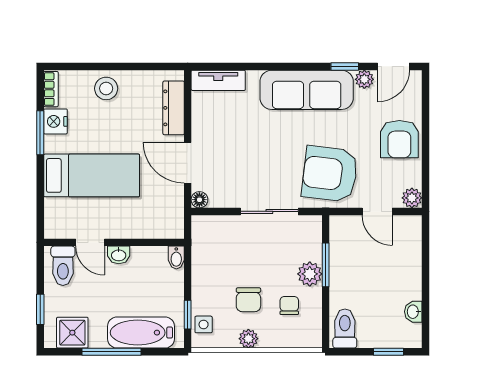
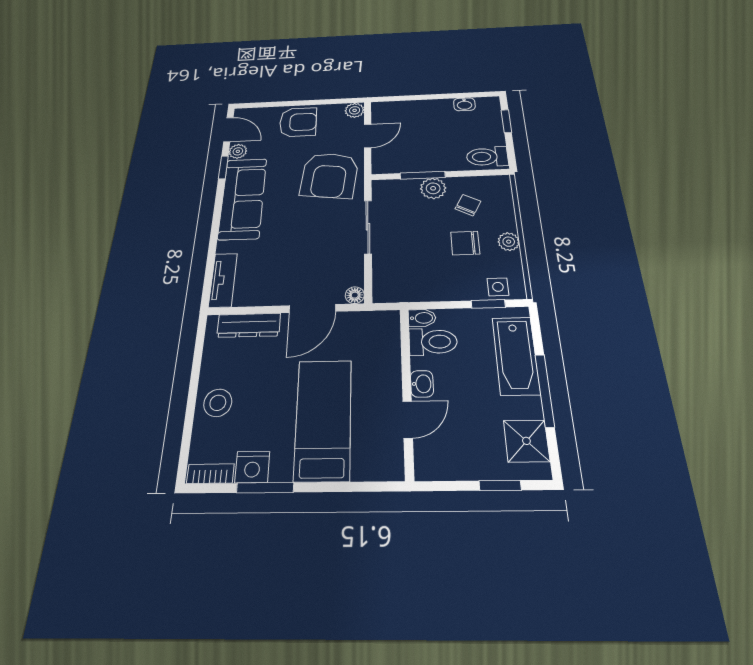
toilet: (63, 266) -> (433, 342), moved
chair: (248, 300) -> (465, 243), turned 180
chair: (289, 305) -> (468, 205), turned 118

